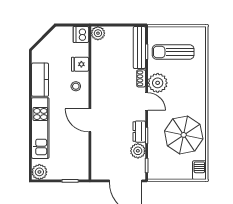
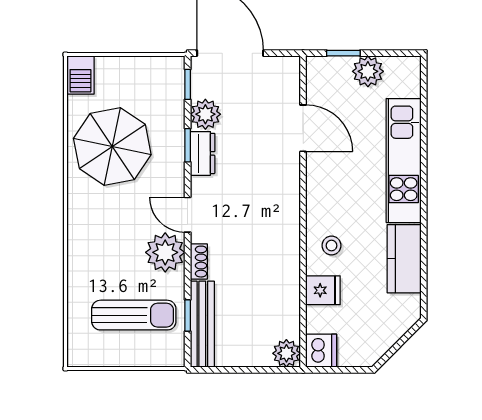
door: (90, 120) -> (303, 128), moved
plant: (39, 172) -> (368, 71), moved

